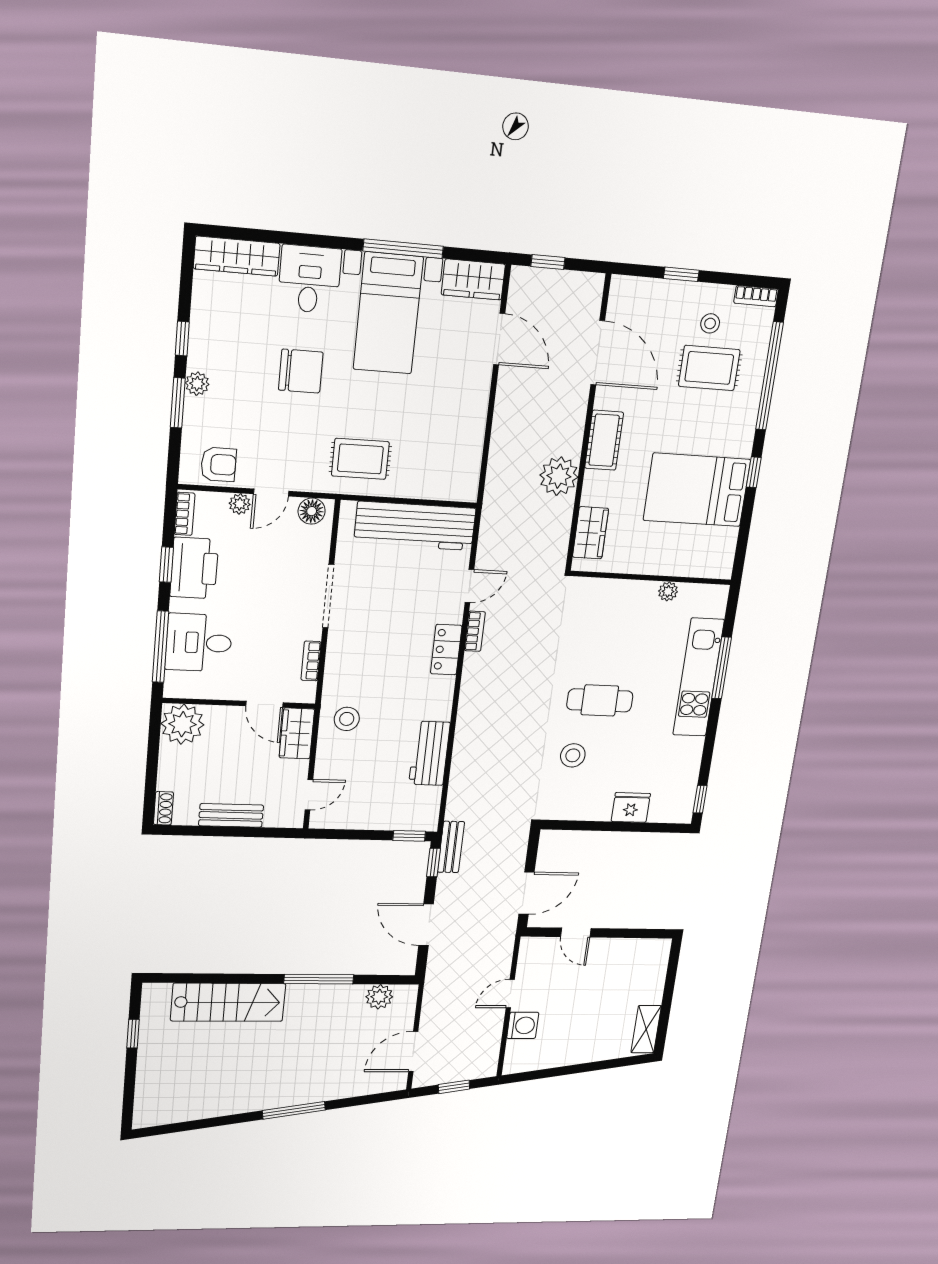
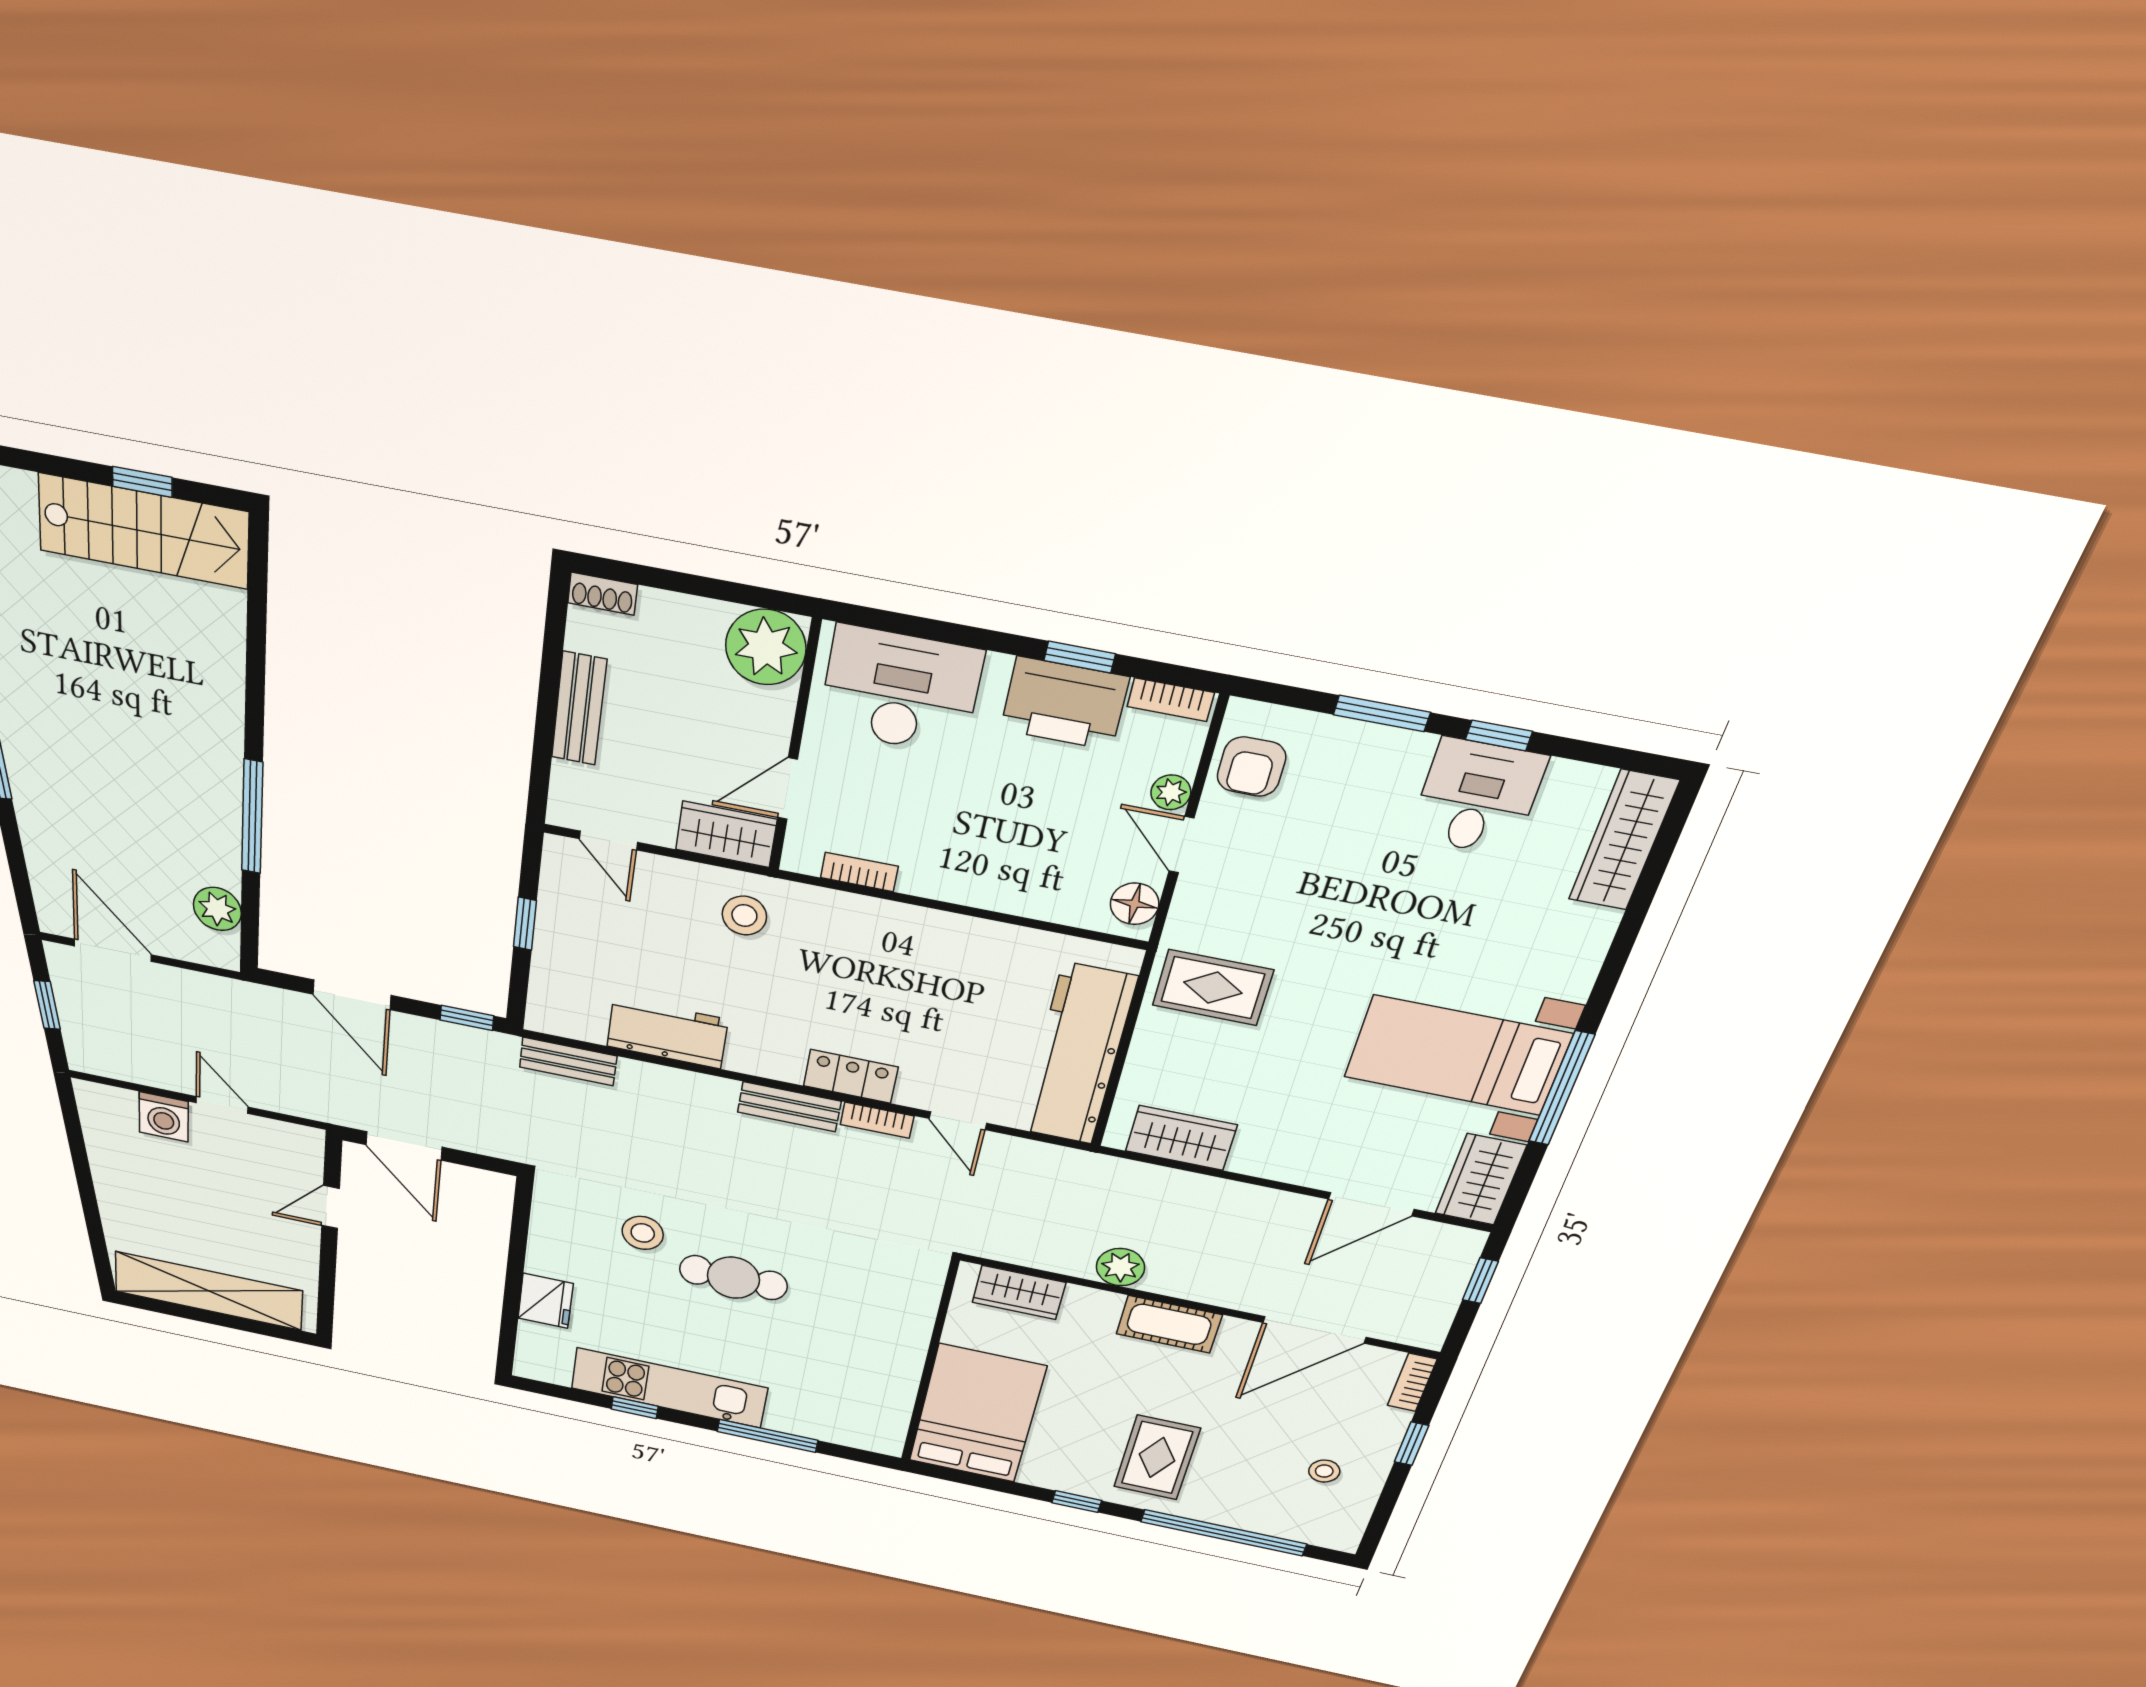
desk: (309, 279) -> (1478, 797), moved, turned -90
bookcase: (756, 296) -> (1412, 1382), moved
rug: (709, 368) -> (1157, 1458), moved
chair: (301, 371) -> (1391, 915), removed
plant: (197, 384) -> (1409, 750), removed
wardrobe: (465, 458) -> (1181, 1138), added
rug: (360, 459) -> (1213, 988), turned 90
plant: (559, 476) -> (1120, 1267), width x0.73, depth x0.73
bed: (697, 490) -> (977, 1414), moved
plant: (668, 591) -> (904, 1381), removed
doorway: (328, 596) -> (975, 912), removed
desk: (199, 643) -> (900, 690), width x1.37
window: (160, 647) -> (922, 628), removed
kitchen unit: (698, 677) -> (669, 1388), moved
bench: (472, 681) -> (789, 1107), added
cafe table: (600, 700) -> (733, 1278), turned 90
window: (700, 799) -> (635, 1408), moved
window: (409, 836) -> (525, 924), moved
bench: (451, 847) -> (568, 1062), moved
door: (426, 925) -> (352, 995), swing flipped
stairs: (228, 1002) -> (144, 531), moved, turned -90
shelving: (646, 1029) -> (209, 1291), width x2.20, depth x1.33

